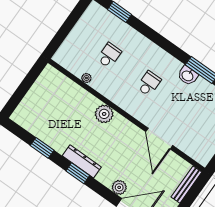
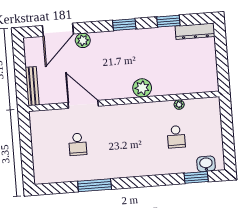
washbasin: (188, 76) -> (206, 164), moved
school desk: (149, 84) -> (78, 144), moved
dresser: (82, 161) -> (195, 31), moved

